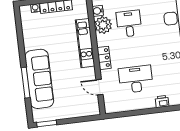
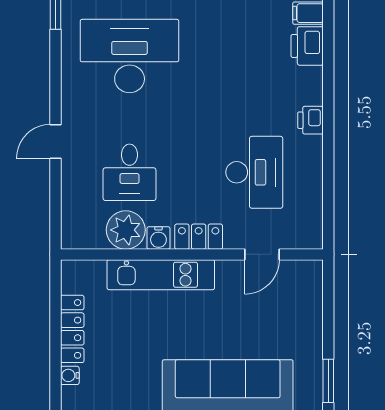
water cooler: (98, 11) -> (158, 238), moved
desk: (129, 24) -> (130, 172), turned -90
desk: (136, 79) -> (254, 172), turned 180

